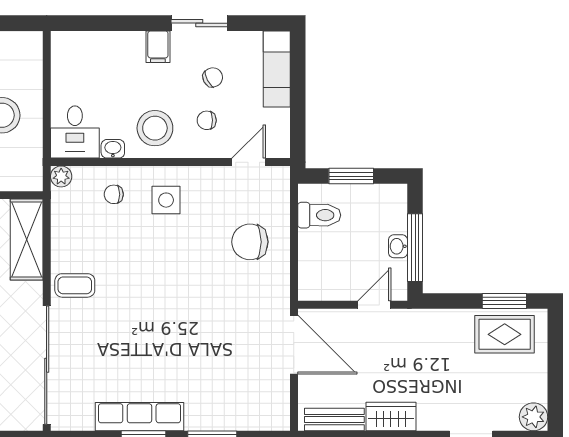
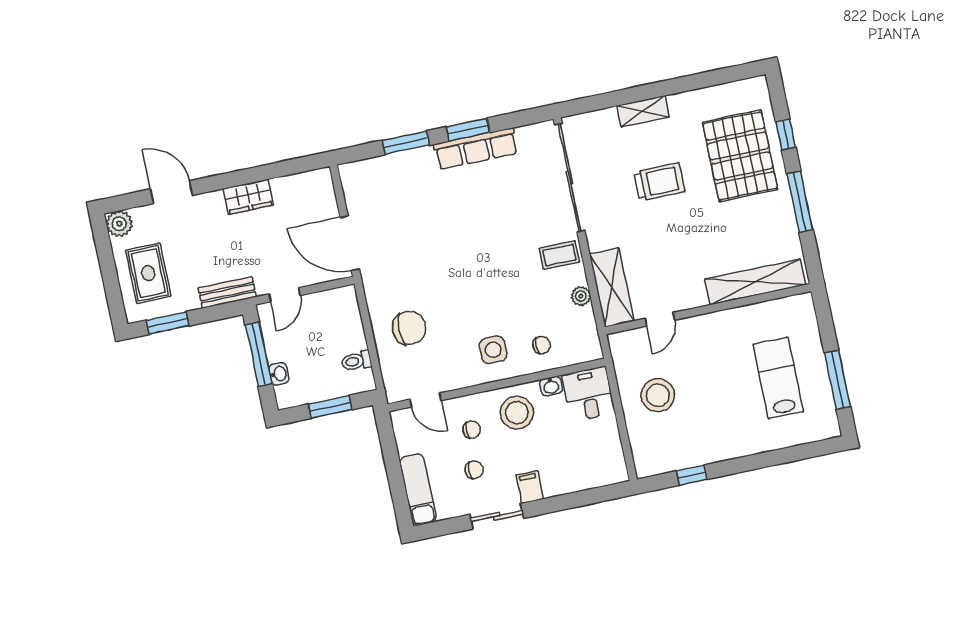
chair: (213, 77) -> (474, 470), turned -152
door: (249, 162) -> (426, 400), hinge flipped
plant: (61, 176) -> (581, 296), moved
toilet: (319, 215) -> (356, 361), width x0.73, depth x0.72
washbasin: (398, 246) -> (279, 374), moved
rug: (505, 334) -> (148, 273), moved, turned 90
bench: (334, 420) -> (227, 292), moved

